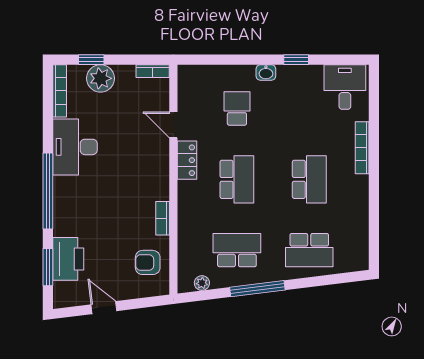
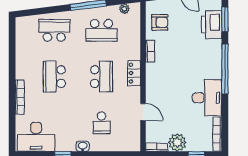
plant: (101, 78) -> (177, 142), moved
desk: (345, 87) -> (36, 137), width x1.37
locker: (187, 160) -> (134, 73), moved
school desk: (237, 179) -> (102, 77), turned 180

